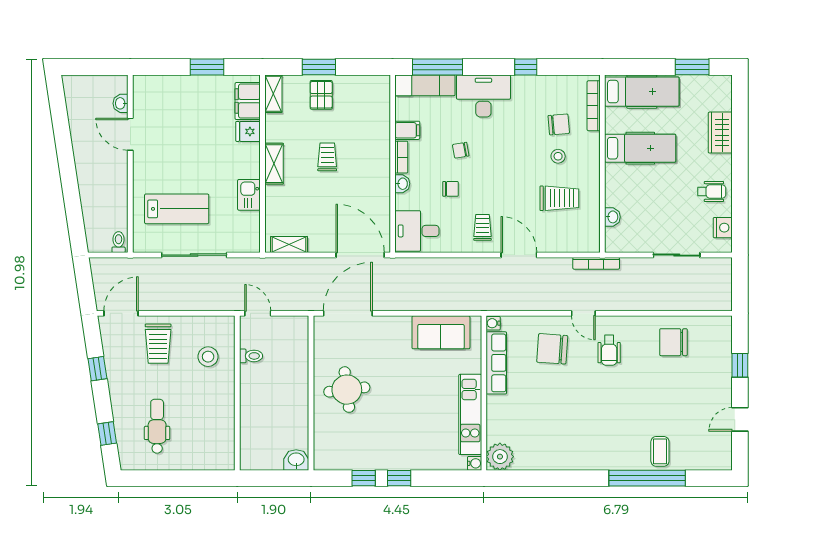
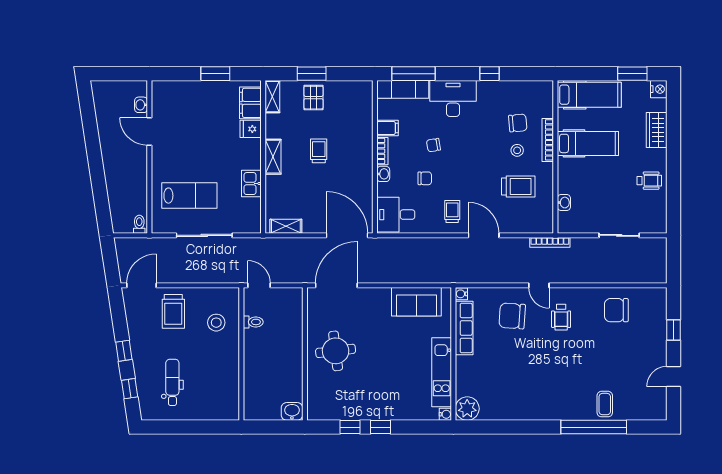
bookcase: (594, 106) -> (548, 140), moved
nightstand: (723, 228) -> (659, 89), moved
window: (97, 369) -> (124, 351), moved

